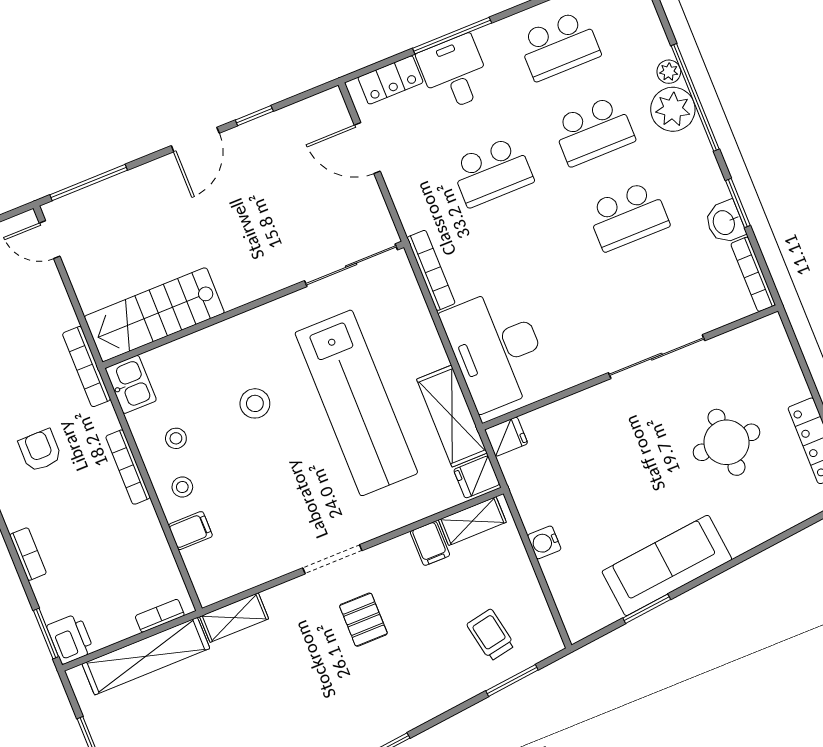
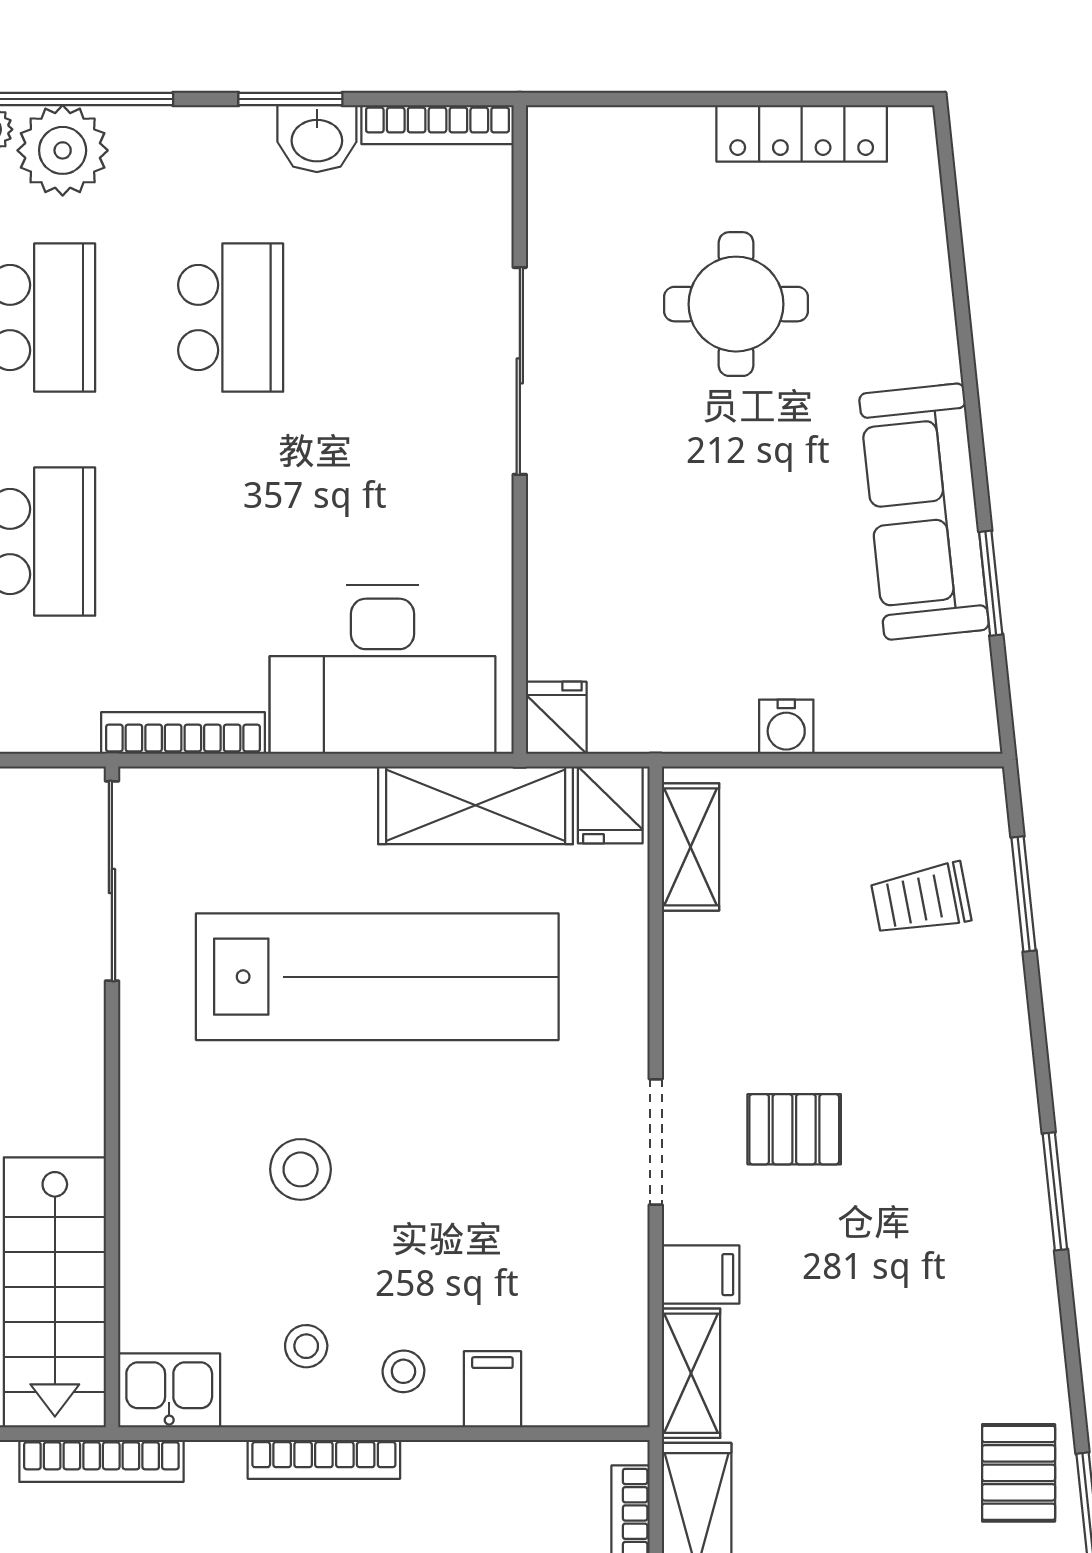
filing cabinet: (430, 543) -> (701, 1275), moved

